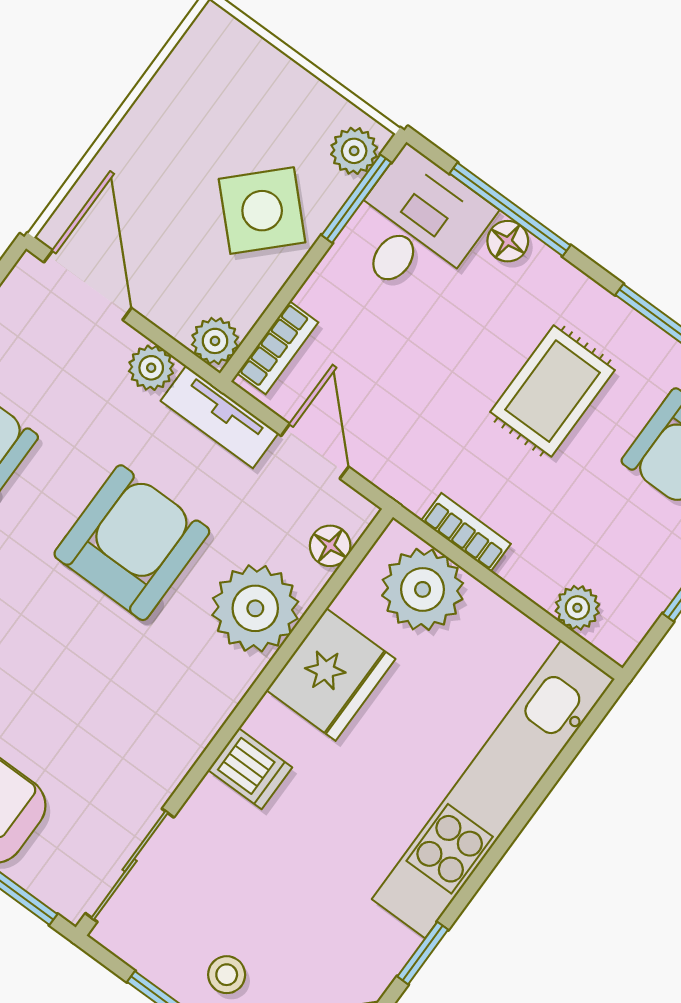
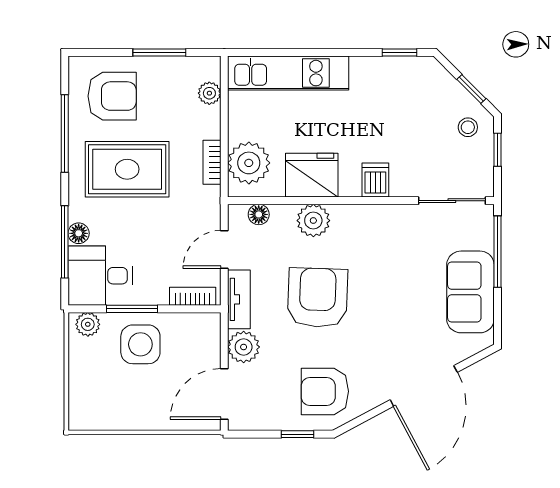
window: (356, 199) -> (132, 309), moved
side table: (262, 211) -> (140, 344), turned 45
plant: (215, 341) -> (209, 324), removed
plant: (151, 368) -> (244, 347), width x1.38, depth x1.38
rug: (552, 391) -> (127, 169), width x1.36, depth x1.43
armchair: (132, 543) -> (318, 298), turned 92
plant: (255, 608) -> (313, 221), width x0.73, depth x0.73
kitchen unit: (493, 789) -> (288, 73), width x0.73

